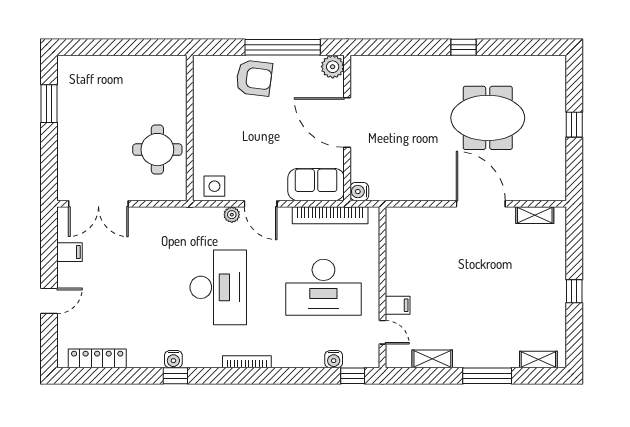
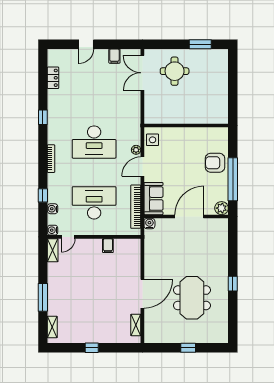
armchair: (254, 78) -> (215, 163), turned 83
round table: (157, 150) -> (175, 71), moved
desk: (323, 287) -> (94, 203), turned 90
door: (49, 301) -> (86, 44), hinge flipped
filing cabinet: (398, 305) -> (108, 246), moved
locker: (97, 358) -> (53, 78), width x0.66
water cooler: (173, 359) -> (53, 230), moved
shelving: (432, 359) -> (53, 250), moved
window: (353, 376) -> (43, 195), moved

